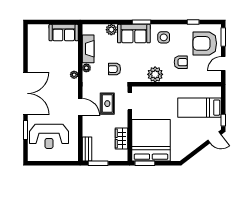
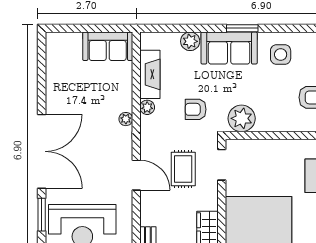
plant: (155, 74) -> (242, 118), moved

